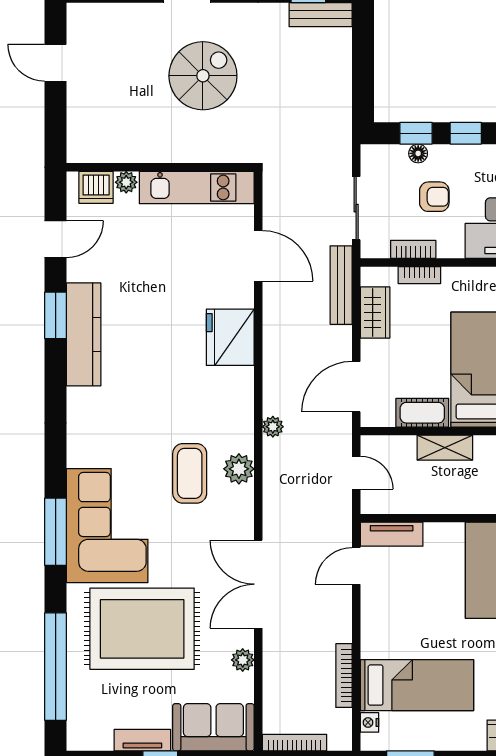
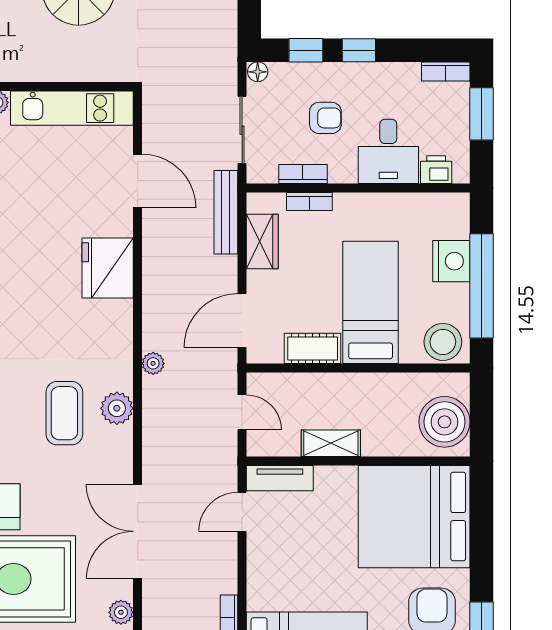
floor lamp: (418, 153) -> (258, 72), moved
shelving: (445, 448) -> (331, 443), moved

